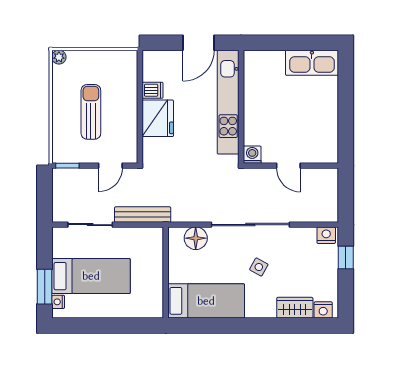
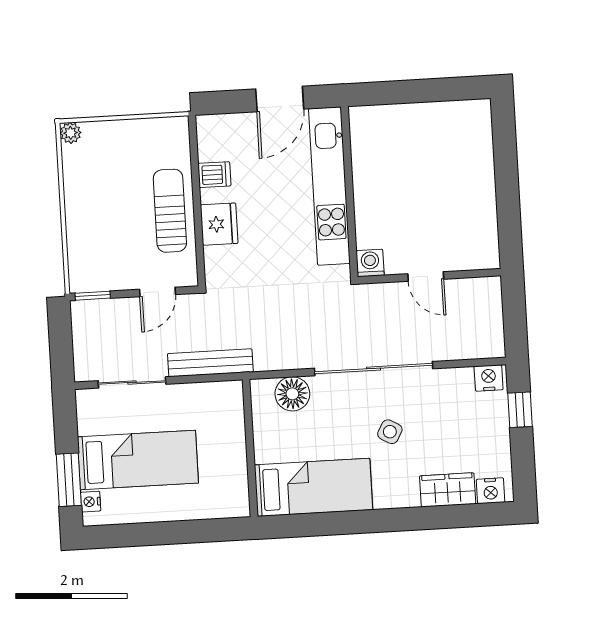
kitchen sink: (312, 63) -> (452, 119), removed
sun lounger: (91, 112) -> (170, 211), moved
fridge: (158, 118) -> (219, 224), width x0.73, depth x0.75

